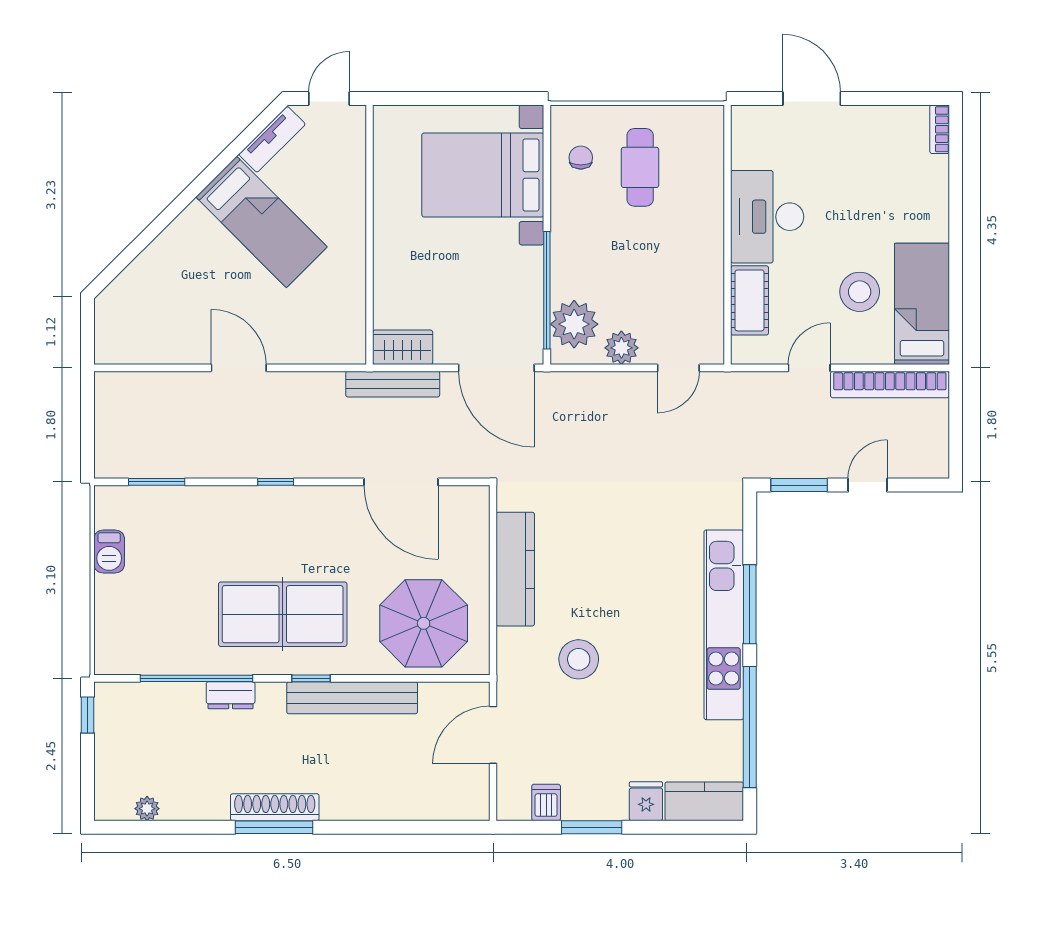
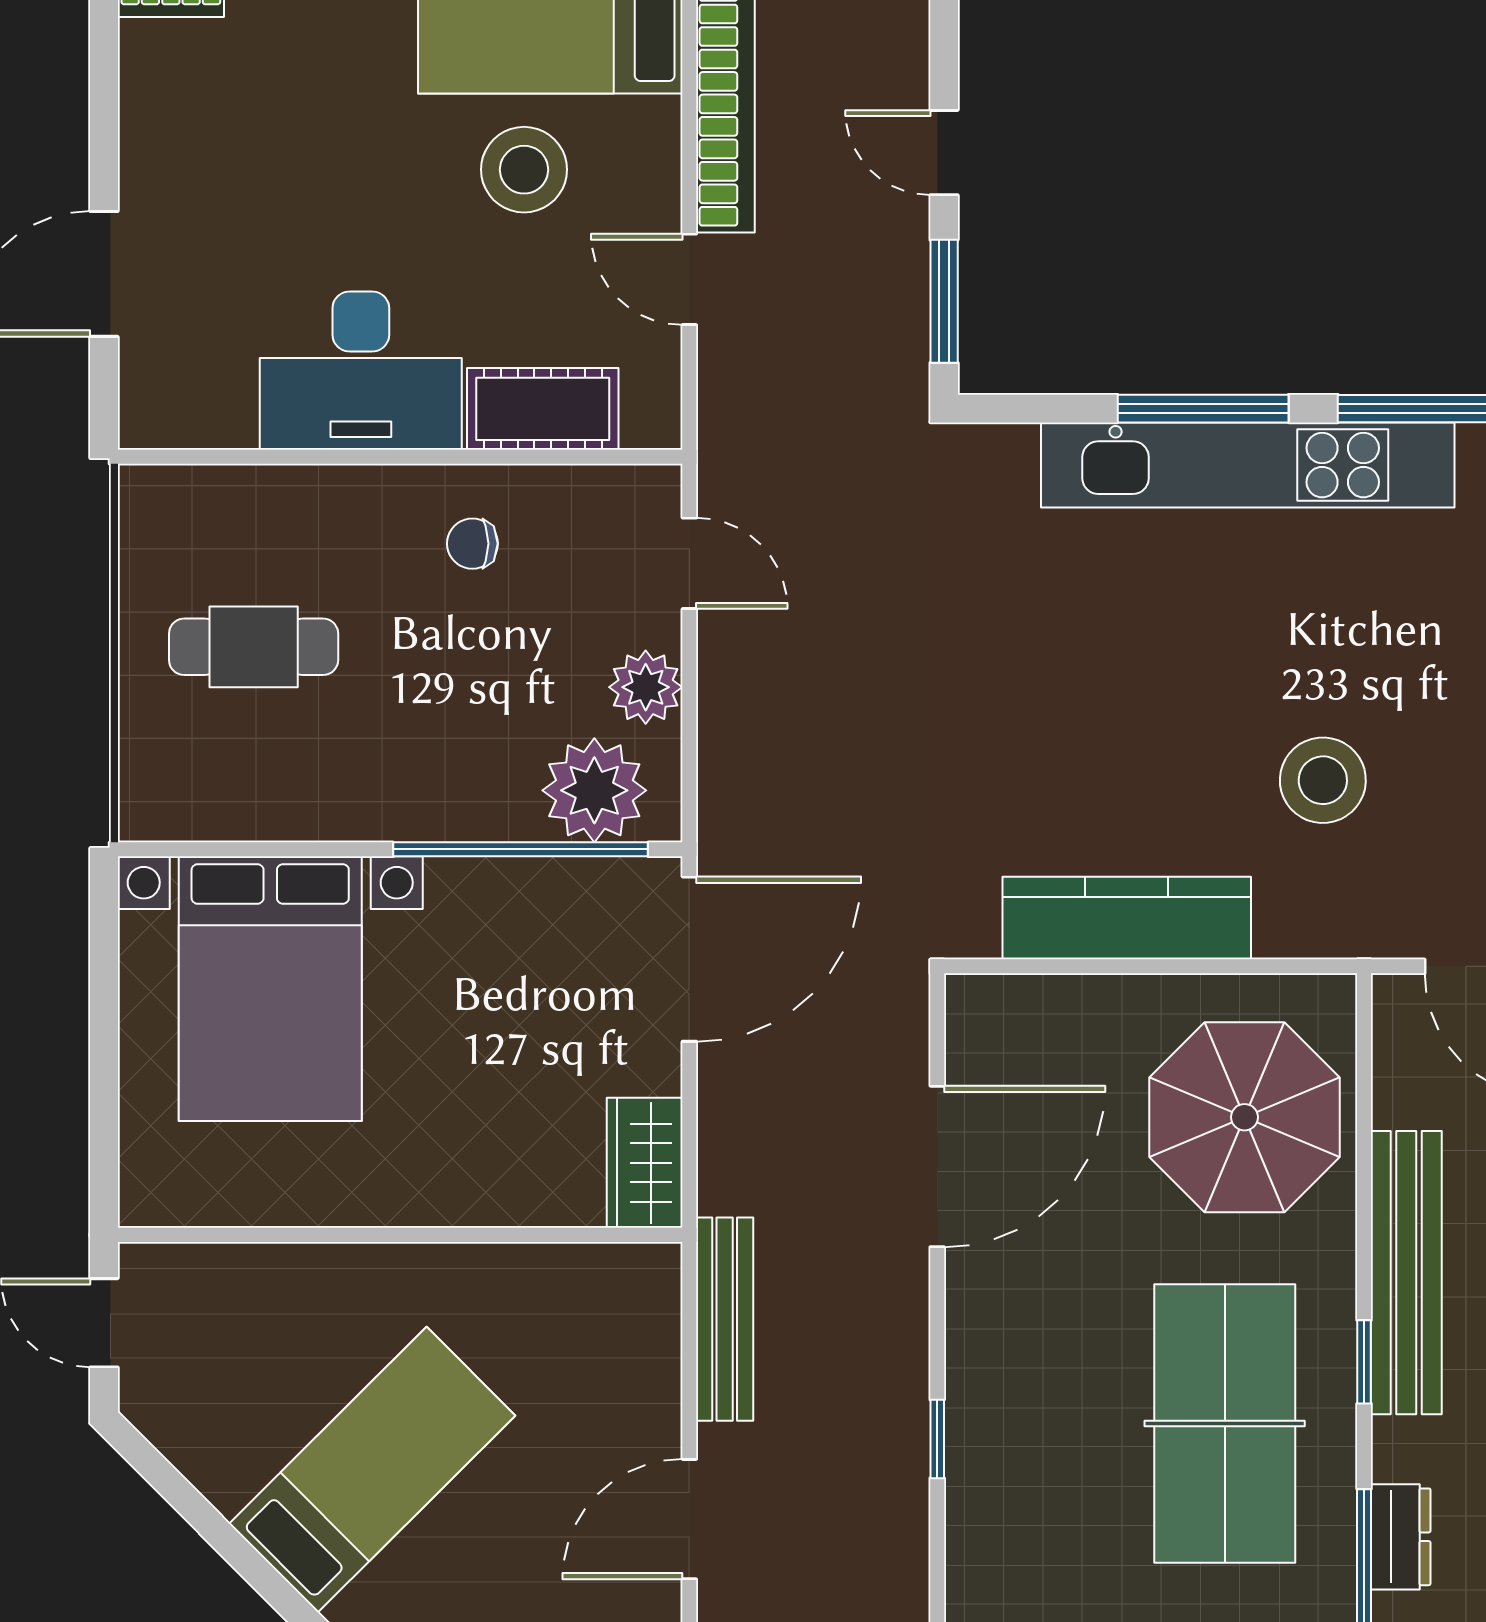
tv unit: (272, 139) -> (193, 1447), removed
chair: (581, 158) -> (472, 544), moved
bench: (393, 384) -> (725, 1319), moved

